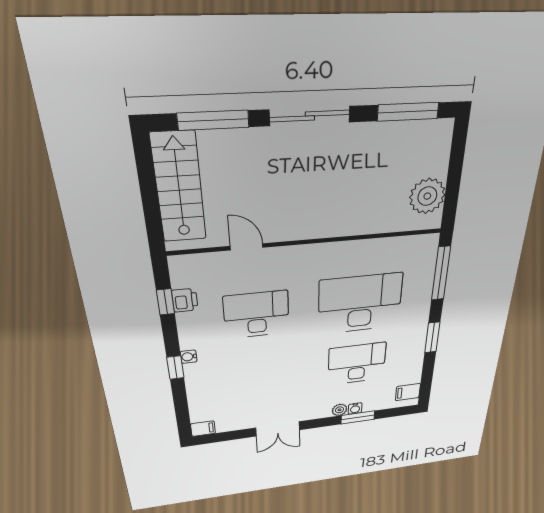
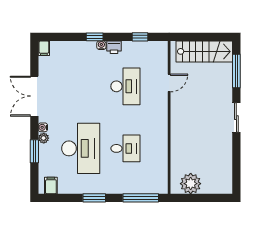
window: (408, 112) -> (236, 168), removed
sliding door: (310, 116) -> (236, 118), width x0.73
printer: (185, 300) -> (114, 47), moved
desk: (360, 304) -> (125, 148), width x0.53, depth x0.77
desk: (357, 364) -> (81, 148), width x1.36, depth x1.30
water cooler: (355, 408) -> (43, 127), moved
double door: (278, 429) -> (34, 96), width x1.37

